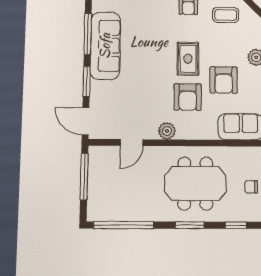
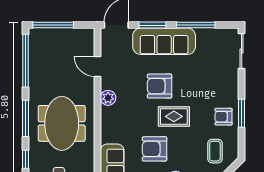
sofa: (105, 46) -> (164, 41), moved
armchair: (188, 97) -> (160, 86), moved
window: (84, 177) -> (53, 25), moved
window: (190, 225) -> (25, 118), width x1.44

